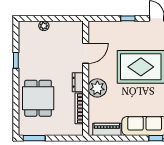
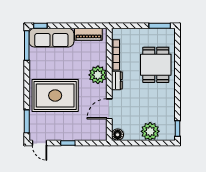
plant: (44, 26) -> (150, 131), width x1.87, depth x1.87
floor lamp: (77, 27) -> (118, 135), added
window: (16, 60) -> (177, 129), moved

